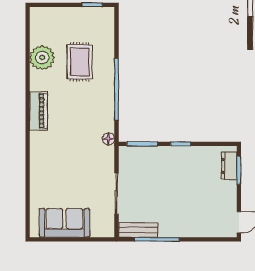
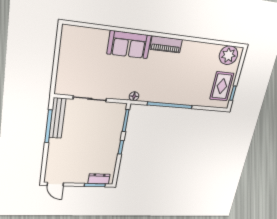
plant: (42, 58) -> (228, 55), moved
rug: (80, 62) -> (222, 86), moved, turned 90
sofa: (64, 223) -> (129, 45), moved, turned 90
bench: (138, 230) -> (57, 118), width x1.36

